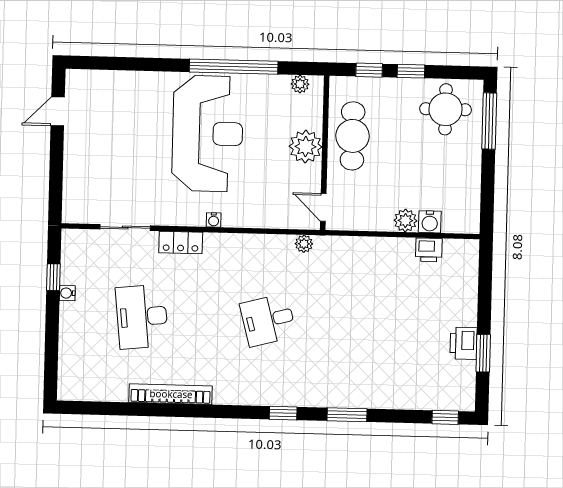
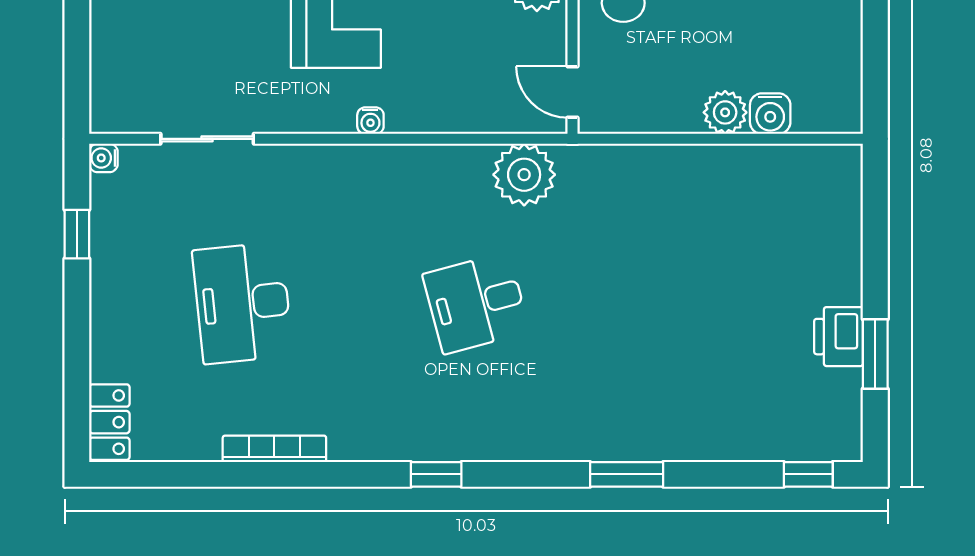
locker: (181, 243) -> (109, 422), moved, turned -90
plant: (304, 244) -> (524, 175), width x1.87, depth x1.87
printer: (429, 250) -> (770, 166), removed
water cooler: (67, 293) -> (103, 158), moved
bookcase: (171, 394) -> (274, 449), width x0.68, depth x0.76
window: (283, 413) -> (436, 474), moved

